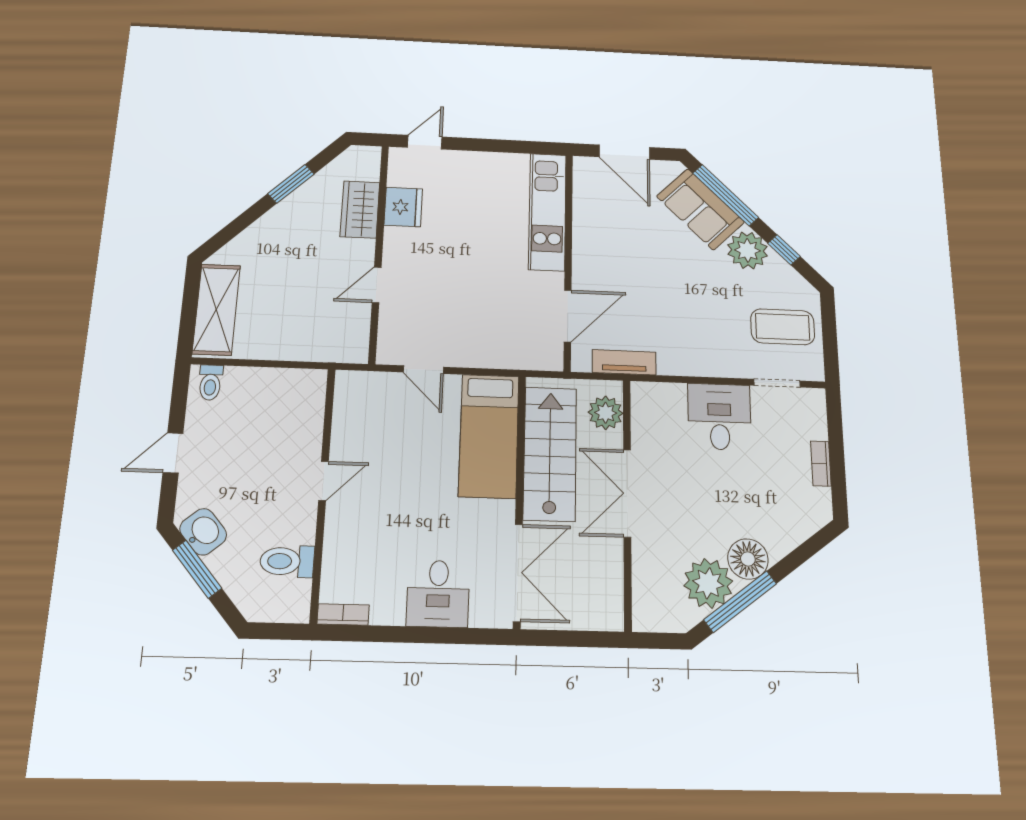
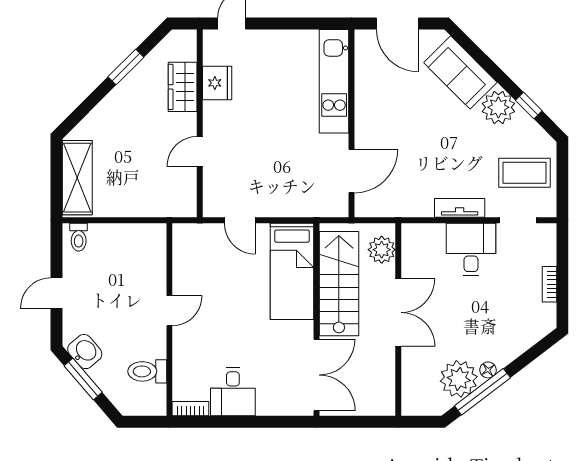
window: (726, 195) -> (482, 59), removed
tv unit: (624, 362) -> (460, 208), moved
double door: (627, 493) -> (398, 312), swing flipped
floor lamp: (748, 559) -> (488, 370), width x0.53, depth x0.53
desk: (438, 594) -> (233, 392), moved

